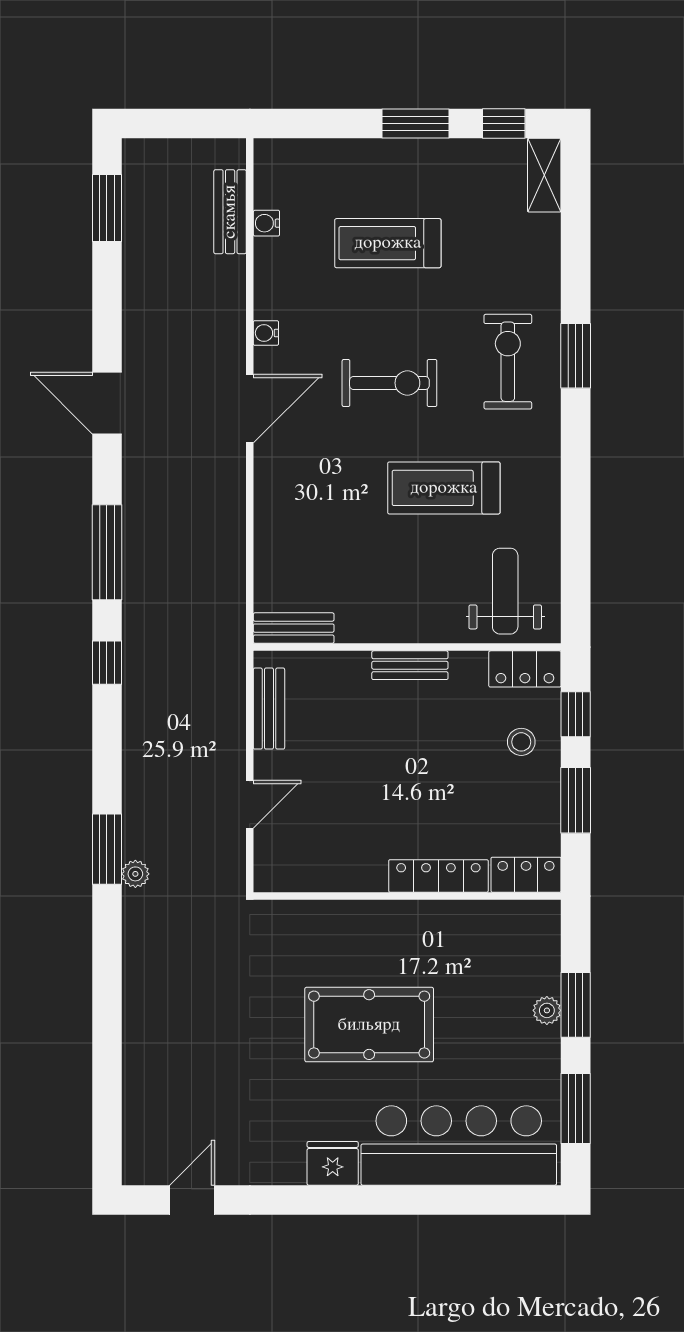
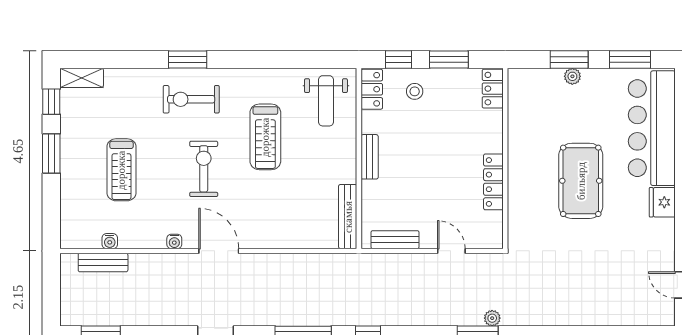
weight bench: (505, 591) -> (326, 101), turned -90
bench: (294, 628) -> (348, 217), width x1.36
locker: (438, 876) -> (493, 182), moved

